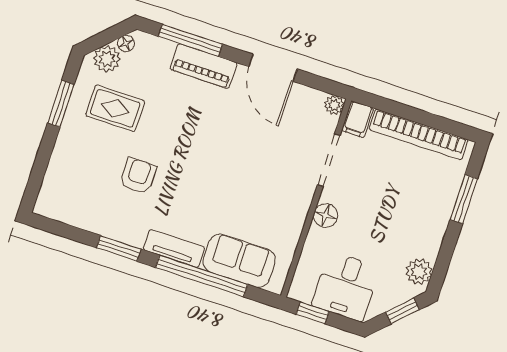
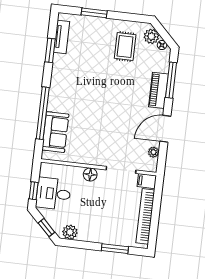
window: (61, 104) -> (94, 13), moved
plant: (334, 105) -> (154, 152), moved
armchair: (138, 176) -> (91, 67), removed
window: (119, 248) -> (50, 50), moved
tv unit: (174, 248) -> (62, 37), moved
window: (313, 313) -> (34, 191), moved

